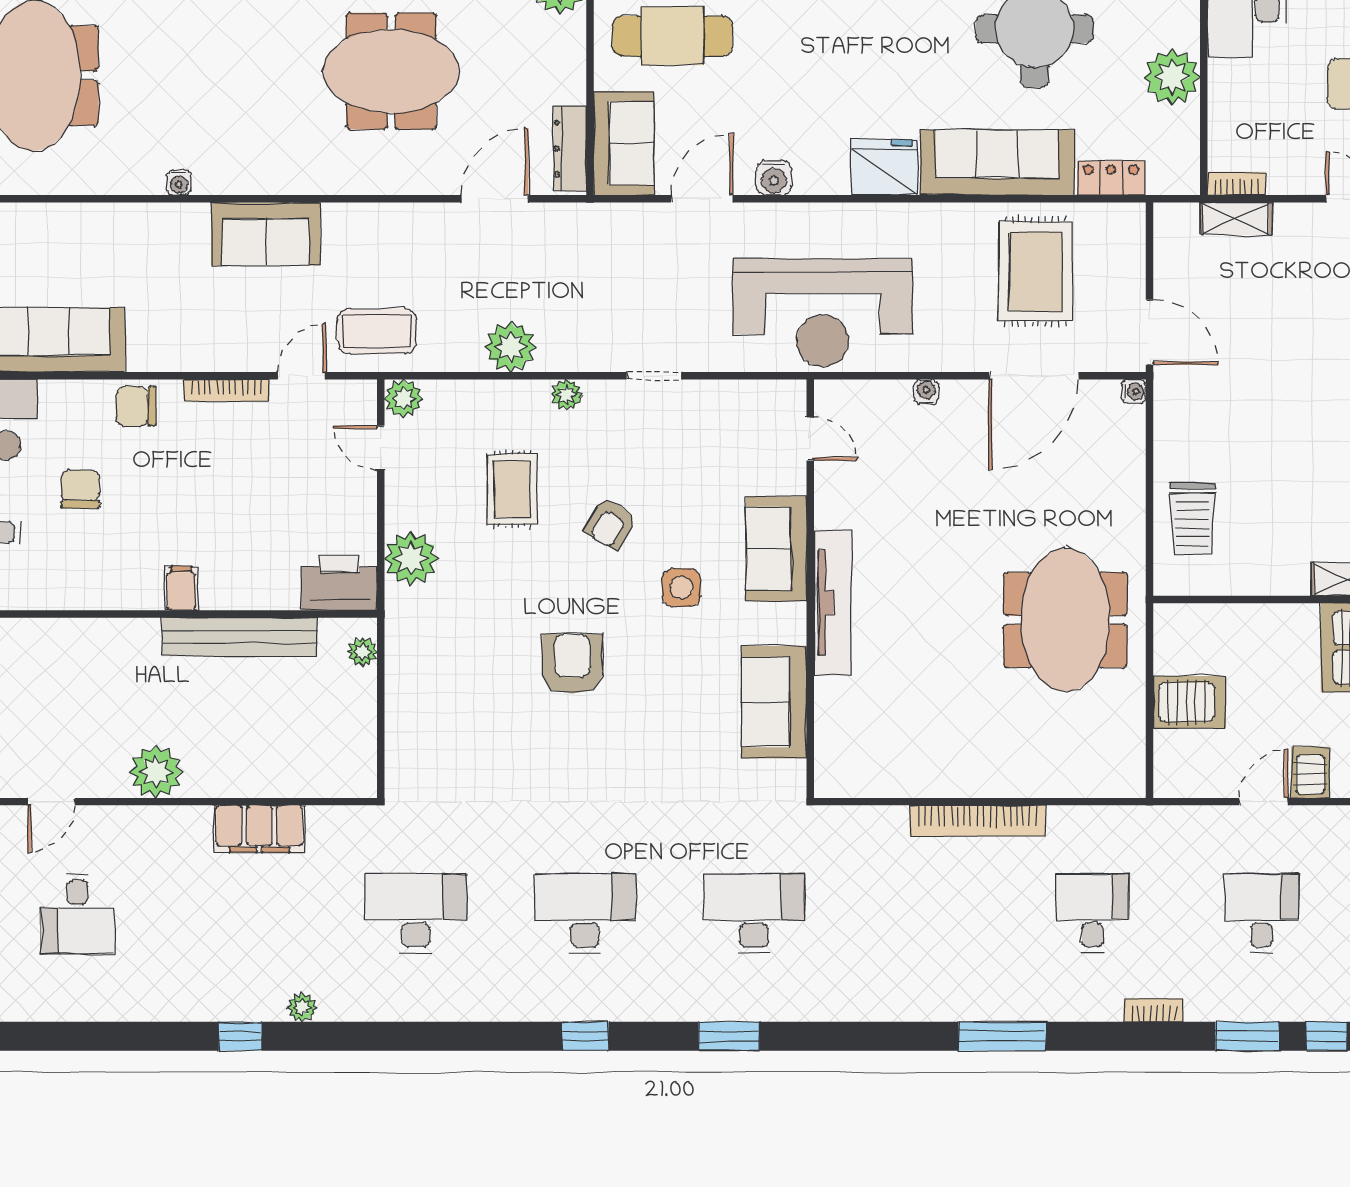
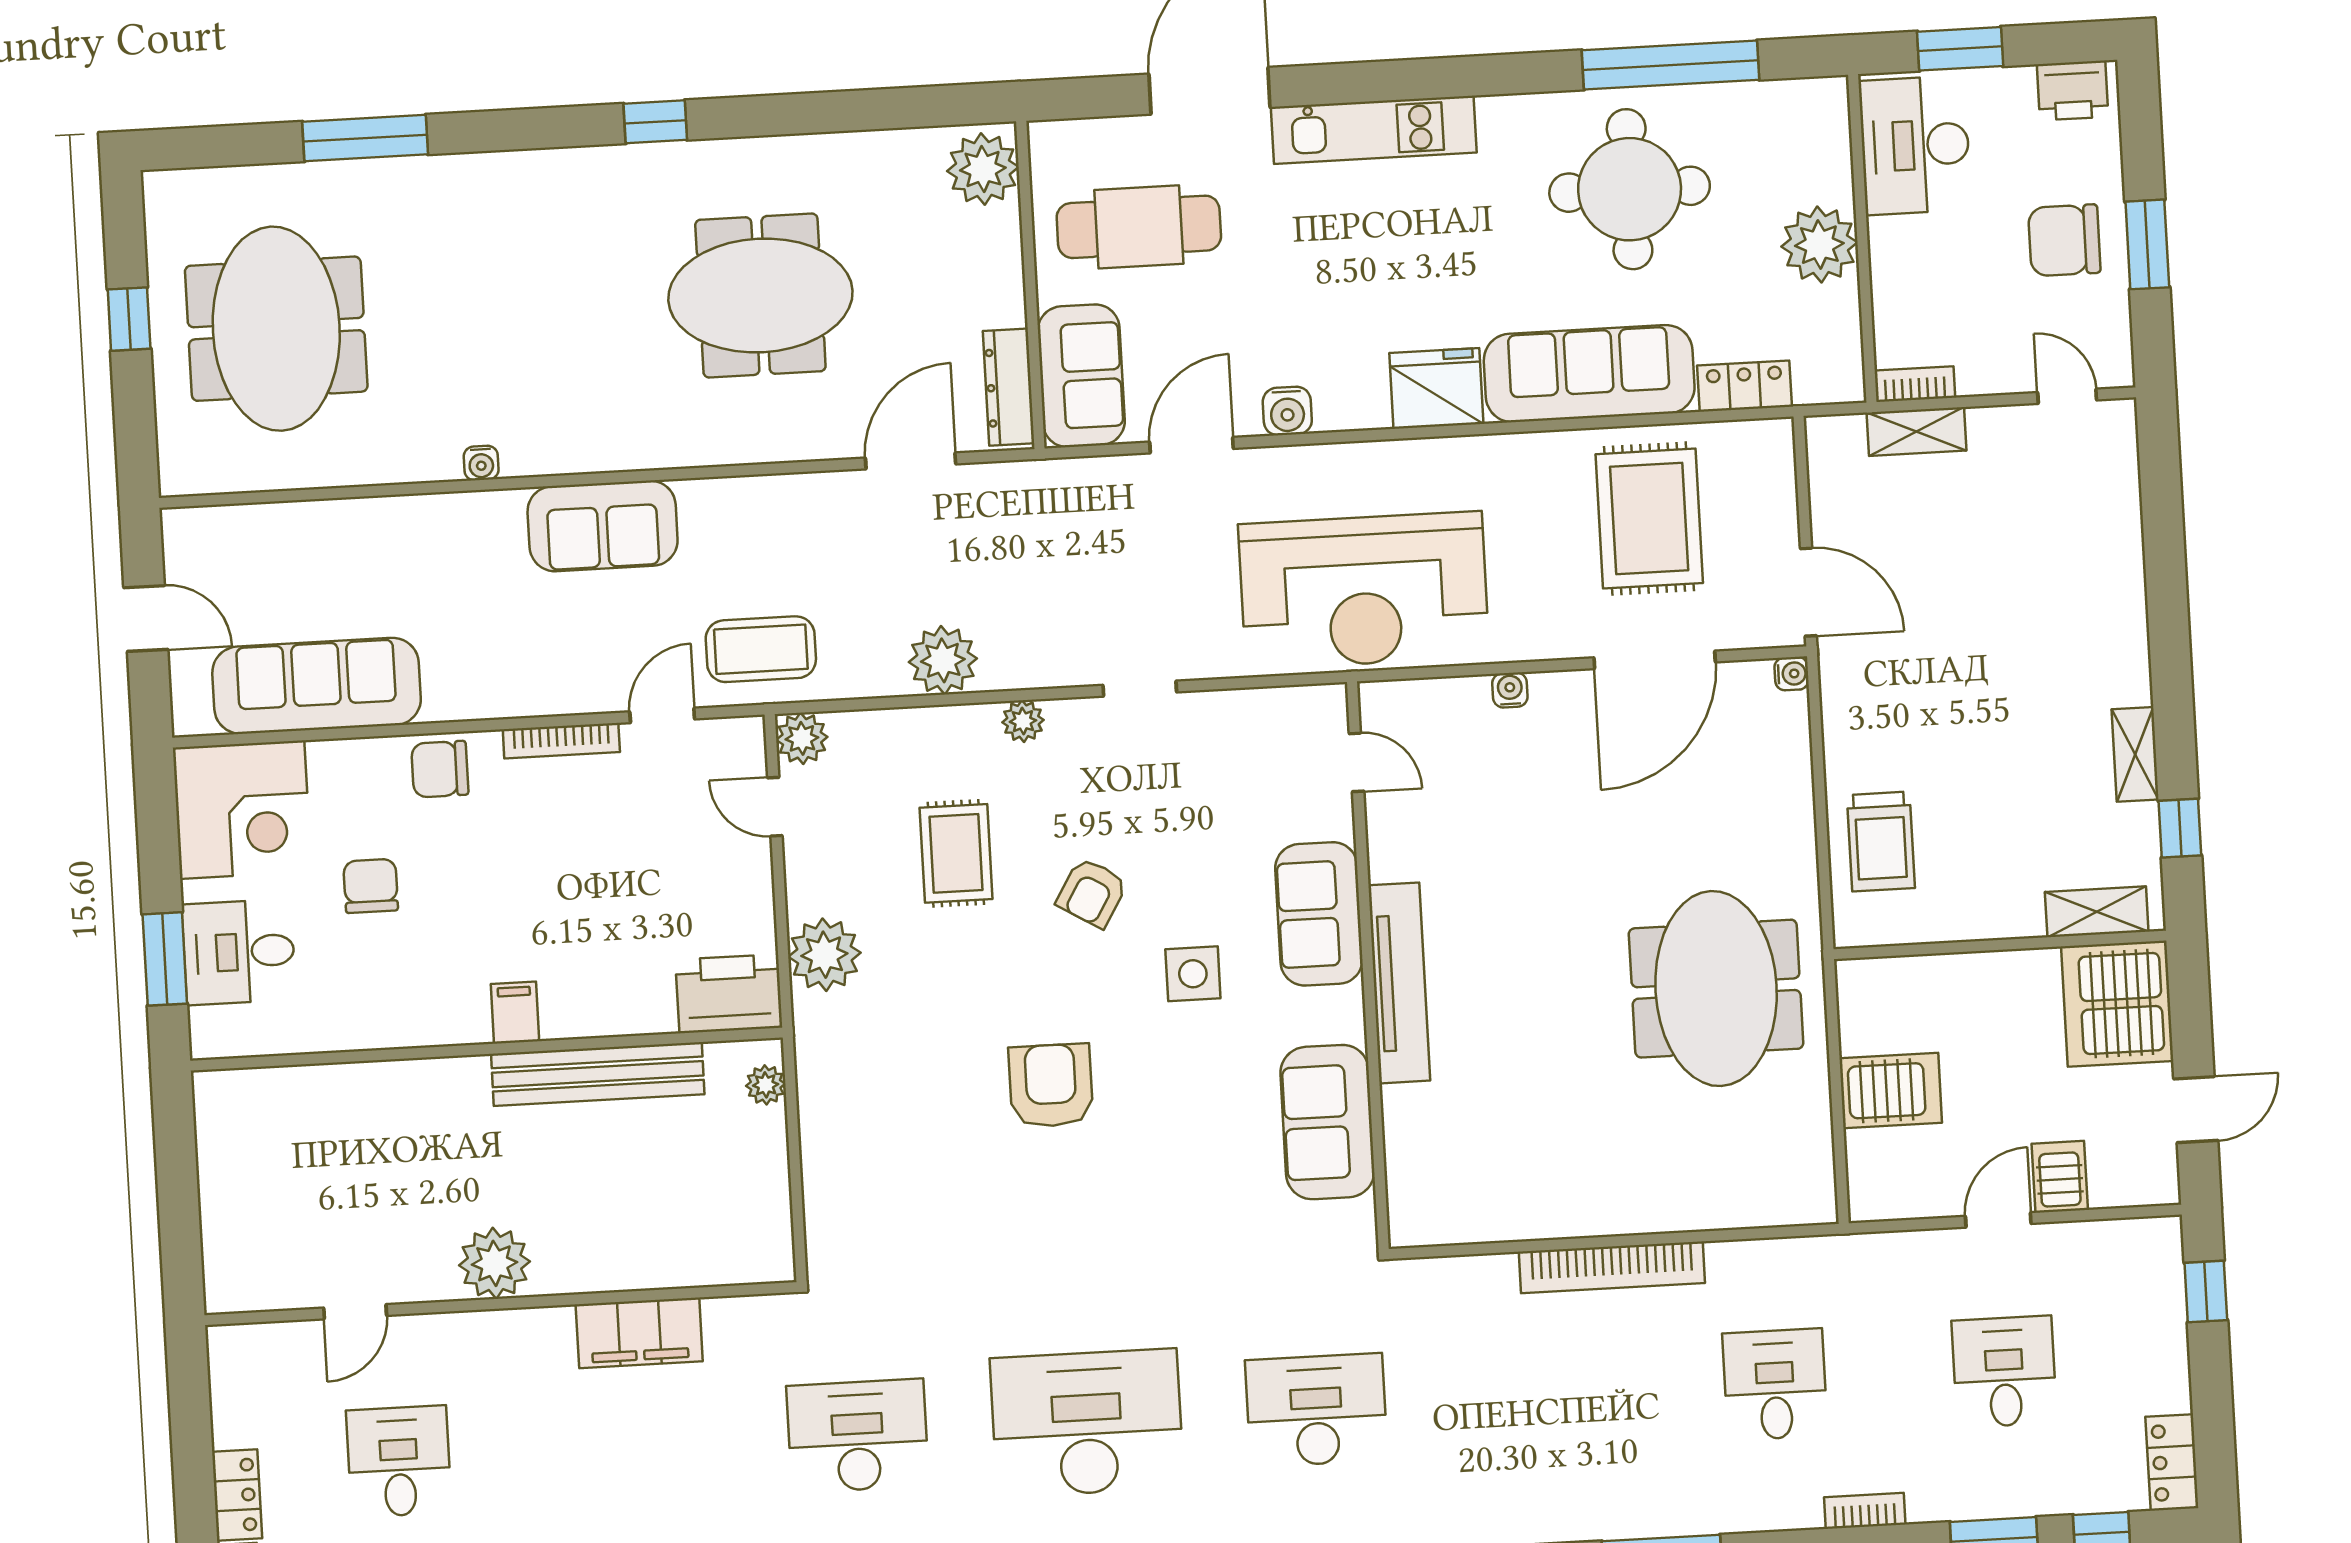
desk: (77, 914) -> (399, 1461), turned 180
desk: (585, 914) -> (1087, 1423), width x1.36, depth x1.30

